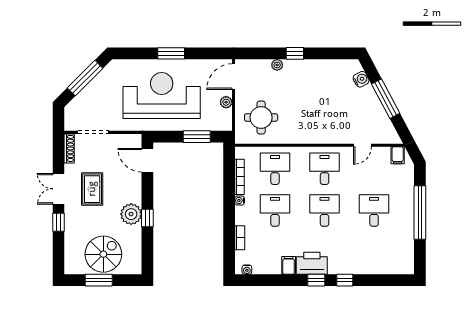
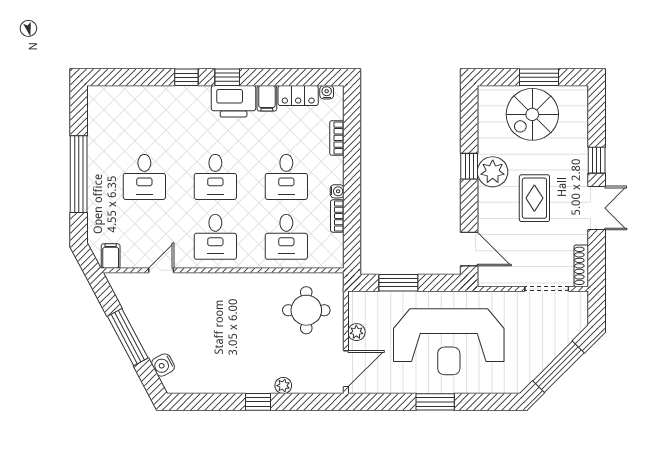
bookcase: (239, 177) -> (337, 216), width x0.64
rug: (92, 189) -> (534, 198), moved
locker: (267, 267) -> (298, 96), added

